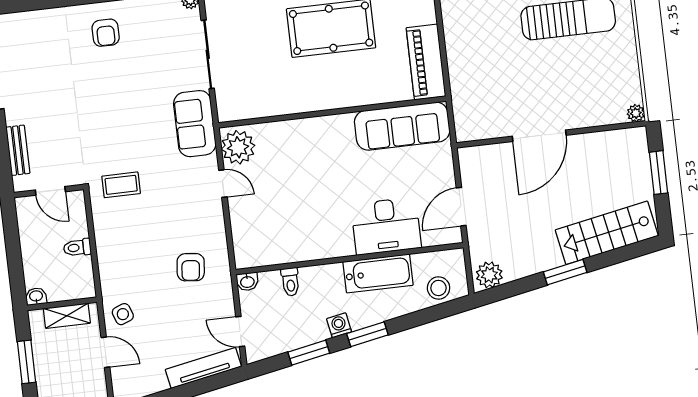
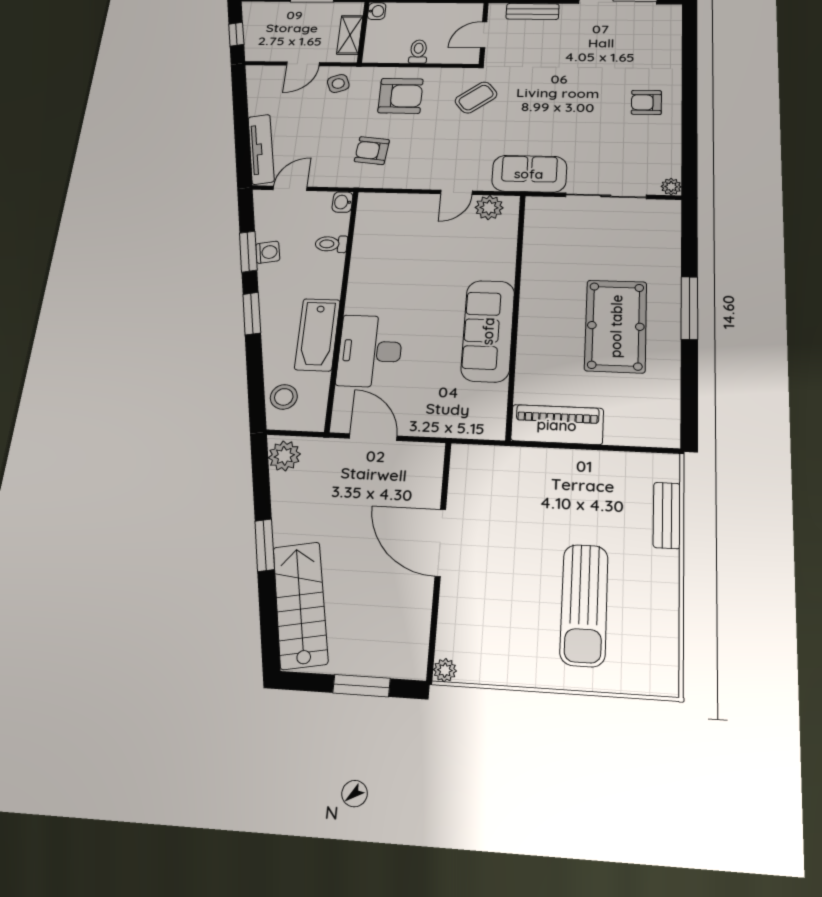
sofa: (402, 126) -> (488, 331), moved
plant: (238, 147) -> (489, 208), width x0.73, depth x0.73
coffee table: (121, 185) -> (476, 98), turned 52
armchair: (129, 254) -> (401, 96), added
washing machine: (339, 325) -> (268, 252), moved

